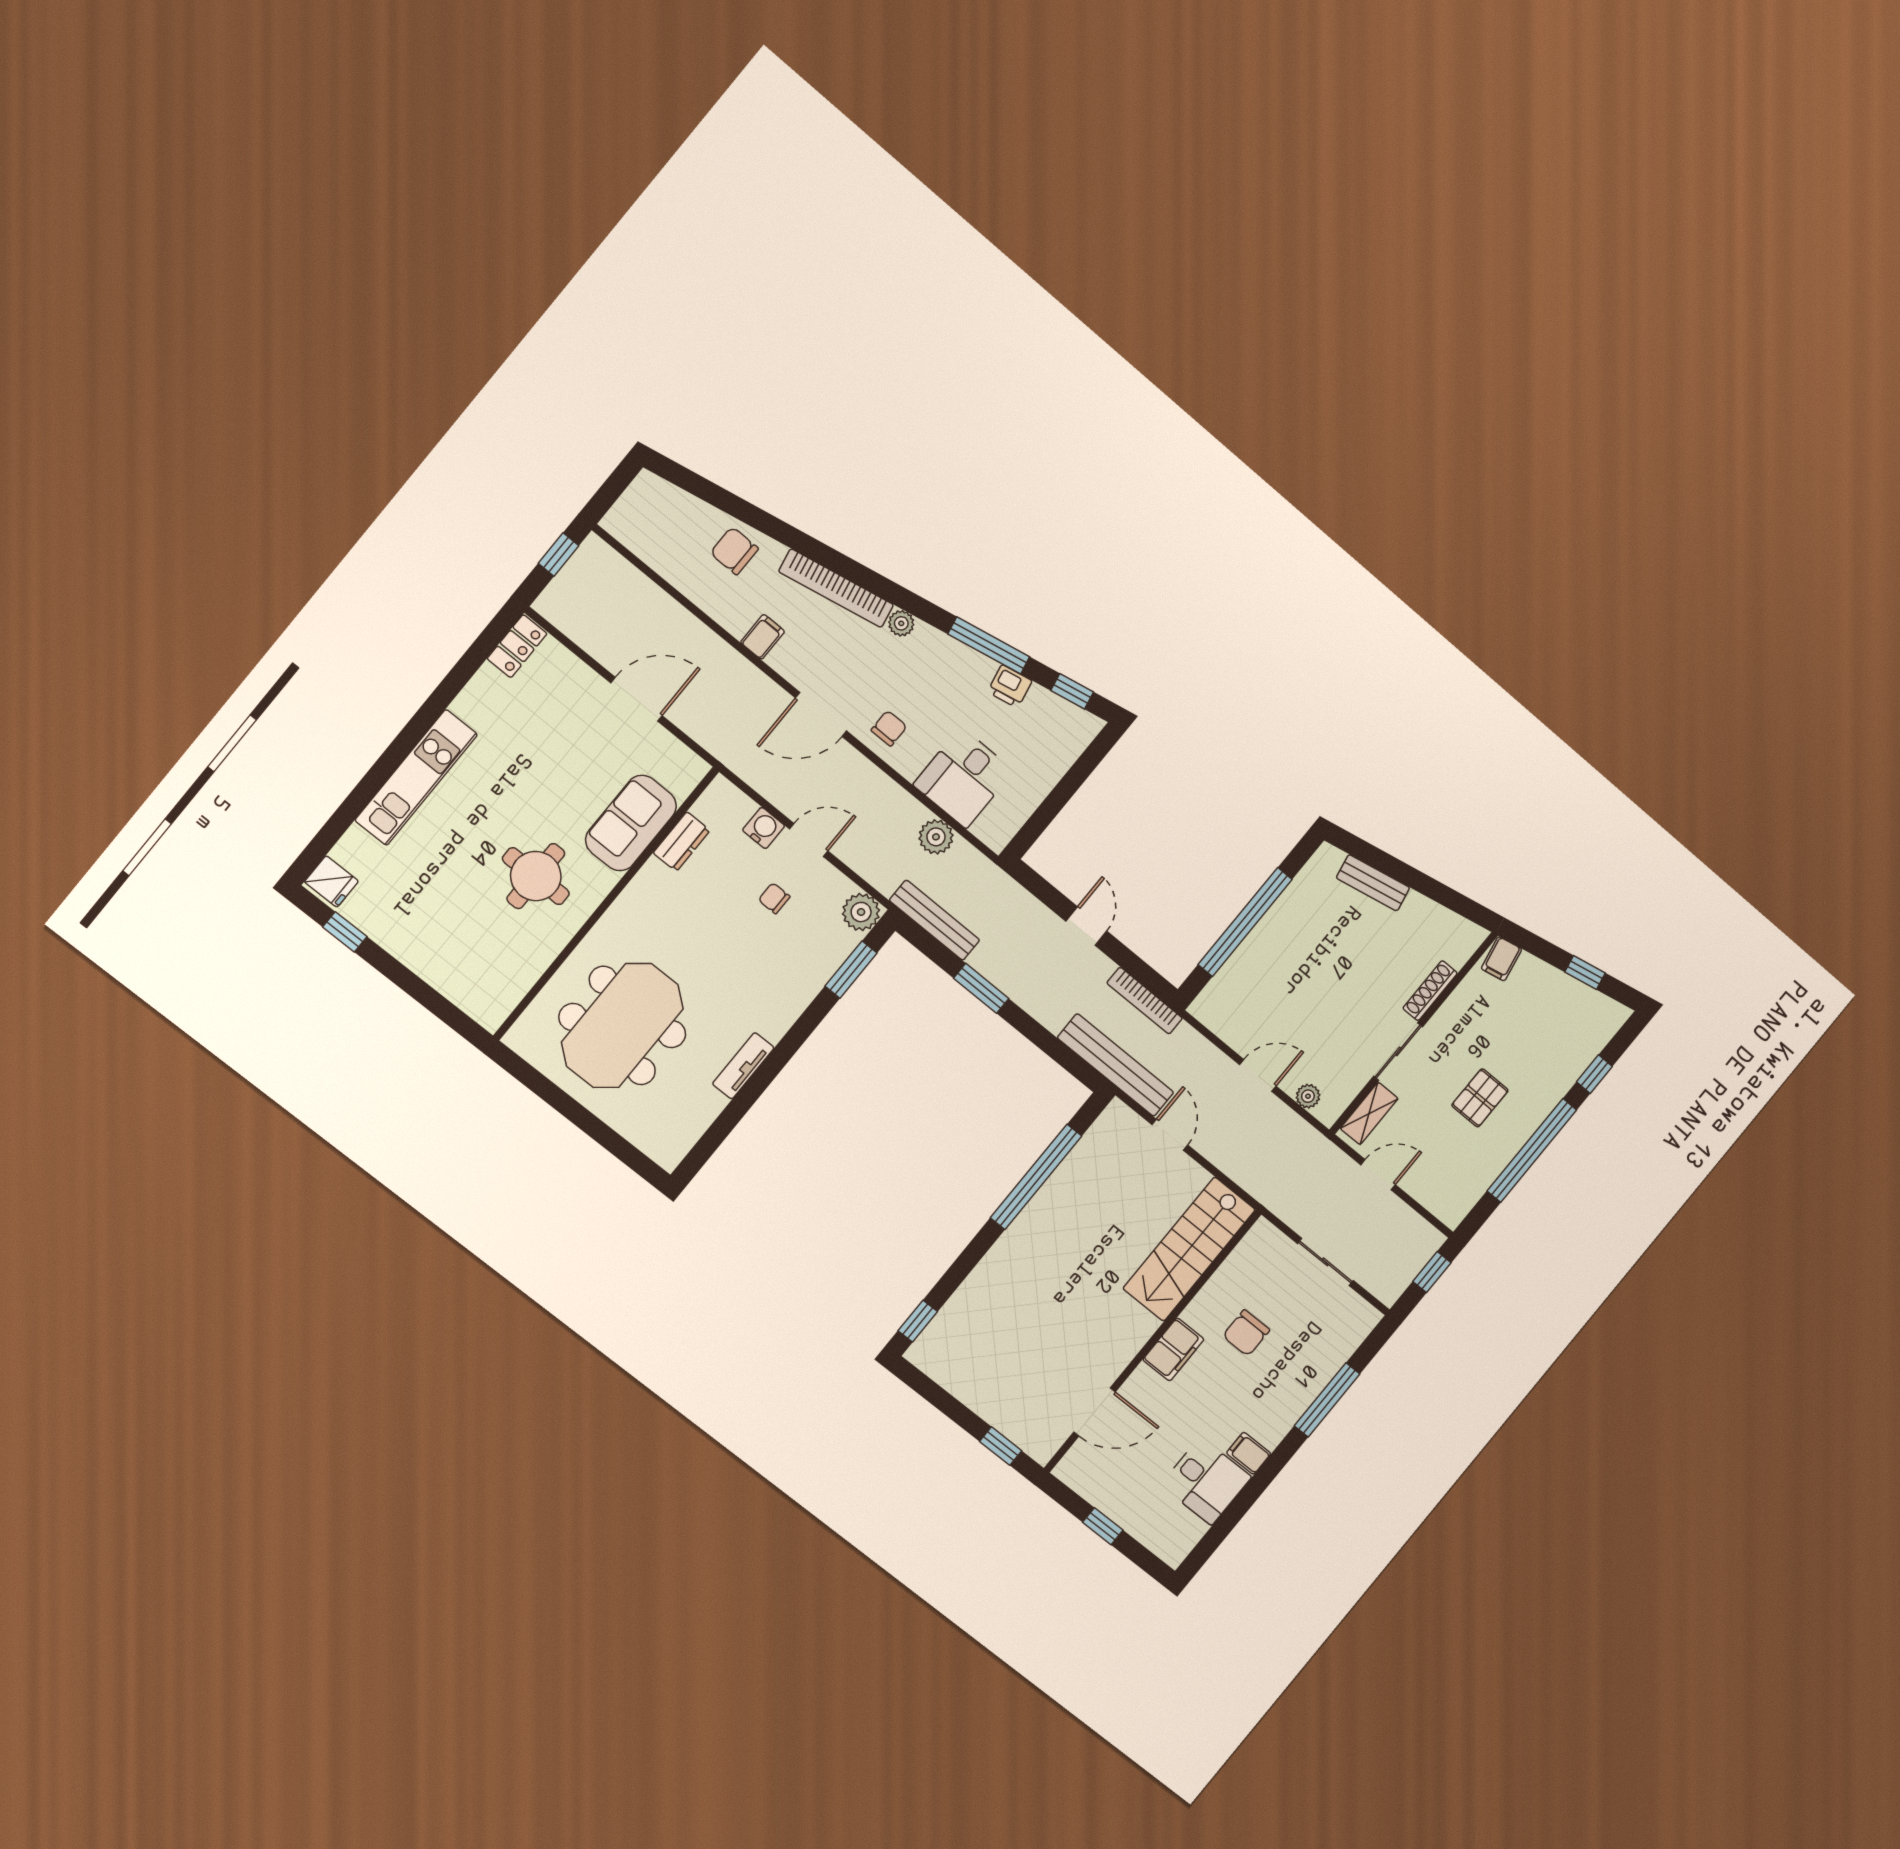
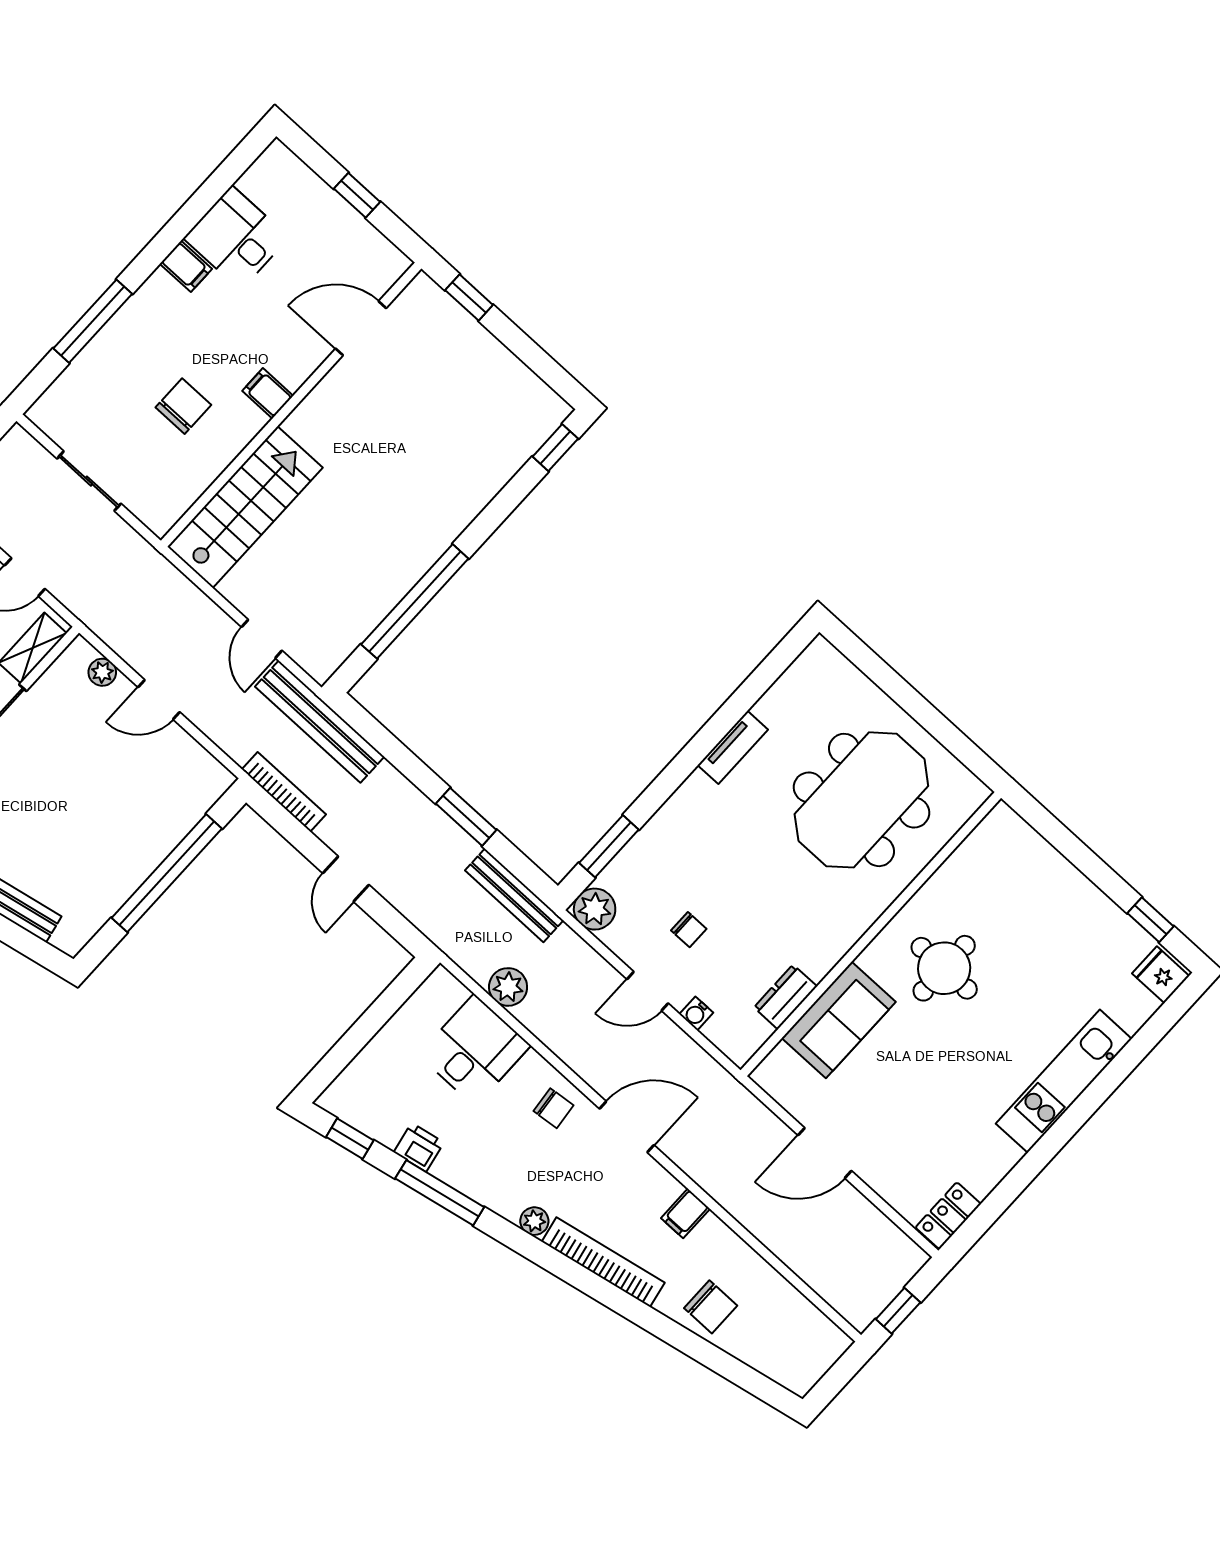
chair: (889, 728) -> (554, 1108), turned -96
water cooler: (764, 828) -> (696, 1013), width x0.72, depth x0.72
filing cabinet: (1173, 1349) -> (268, 393), width x0.50

